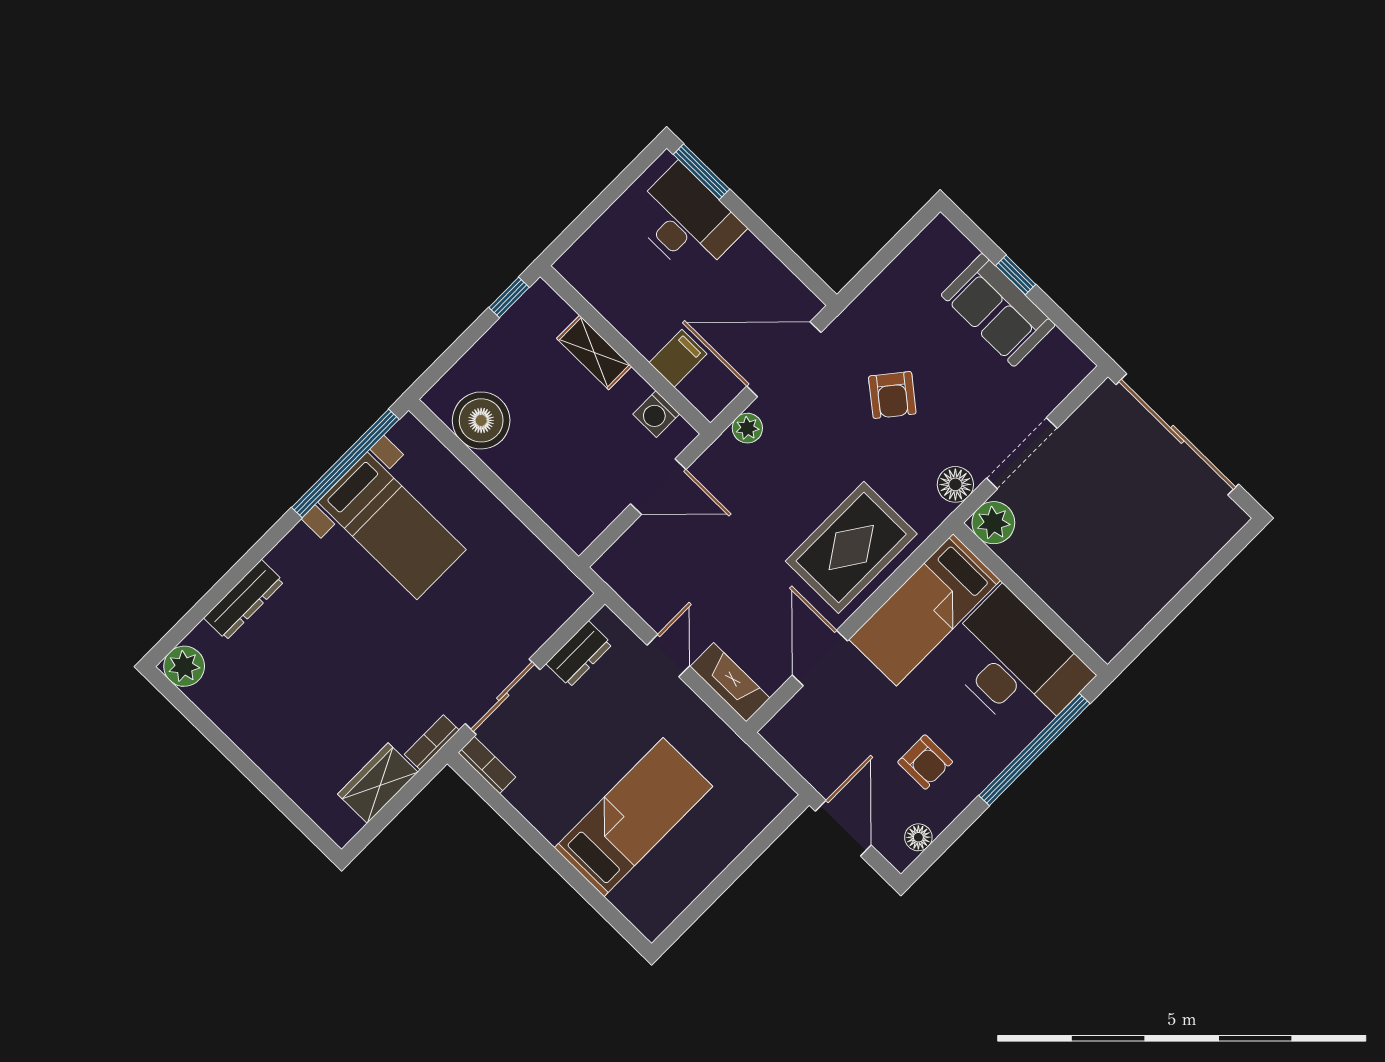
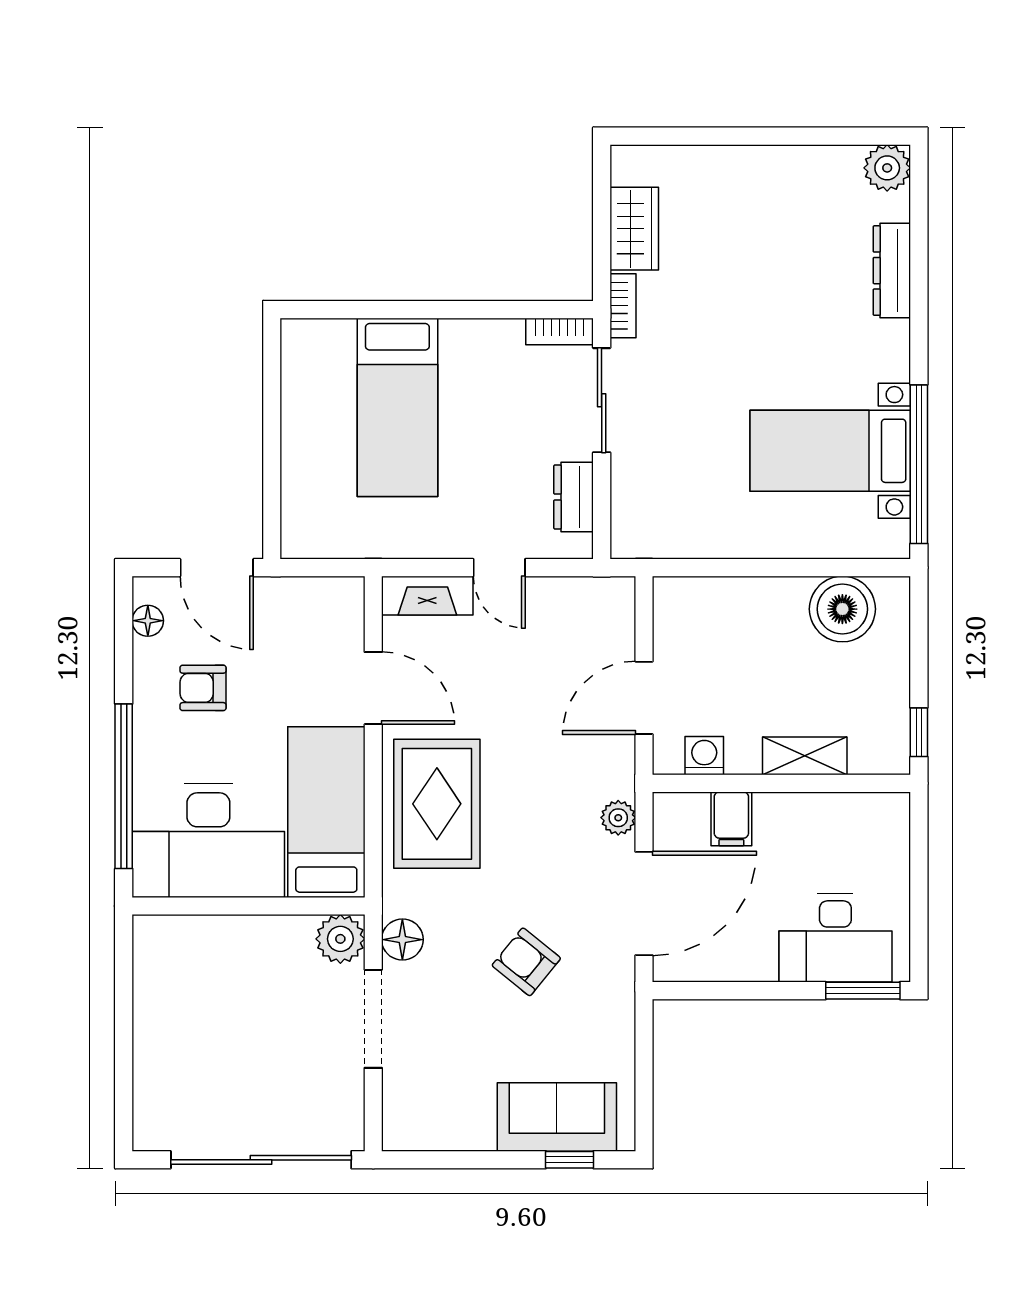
window: (1016, 275) -> (570, 1160), moved
sofa: (998, 310) -> (557, 1117), moved

